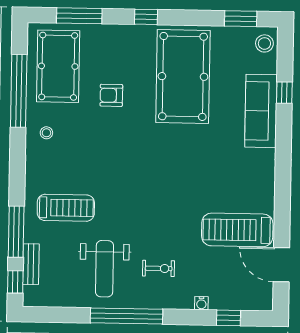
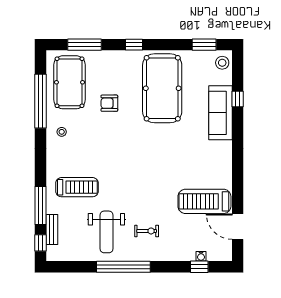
water cooler: (201, 303) -> (201, 256), moved

